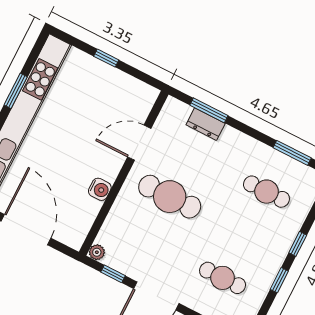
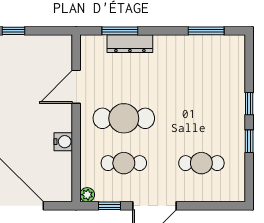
dresser: (206, 124) -> (130, 44), width x1.44
cafe table: (266, 192) -> (124, 163), moved

